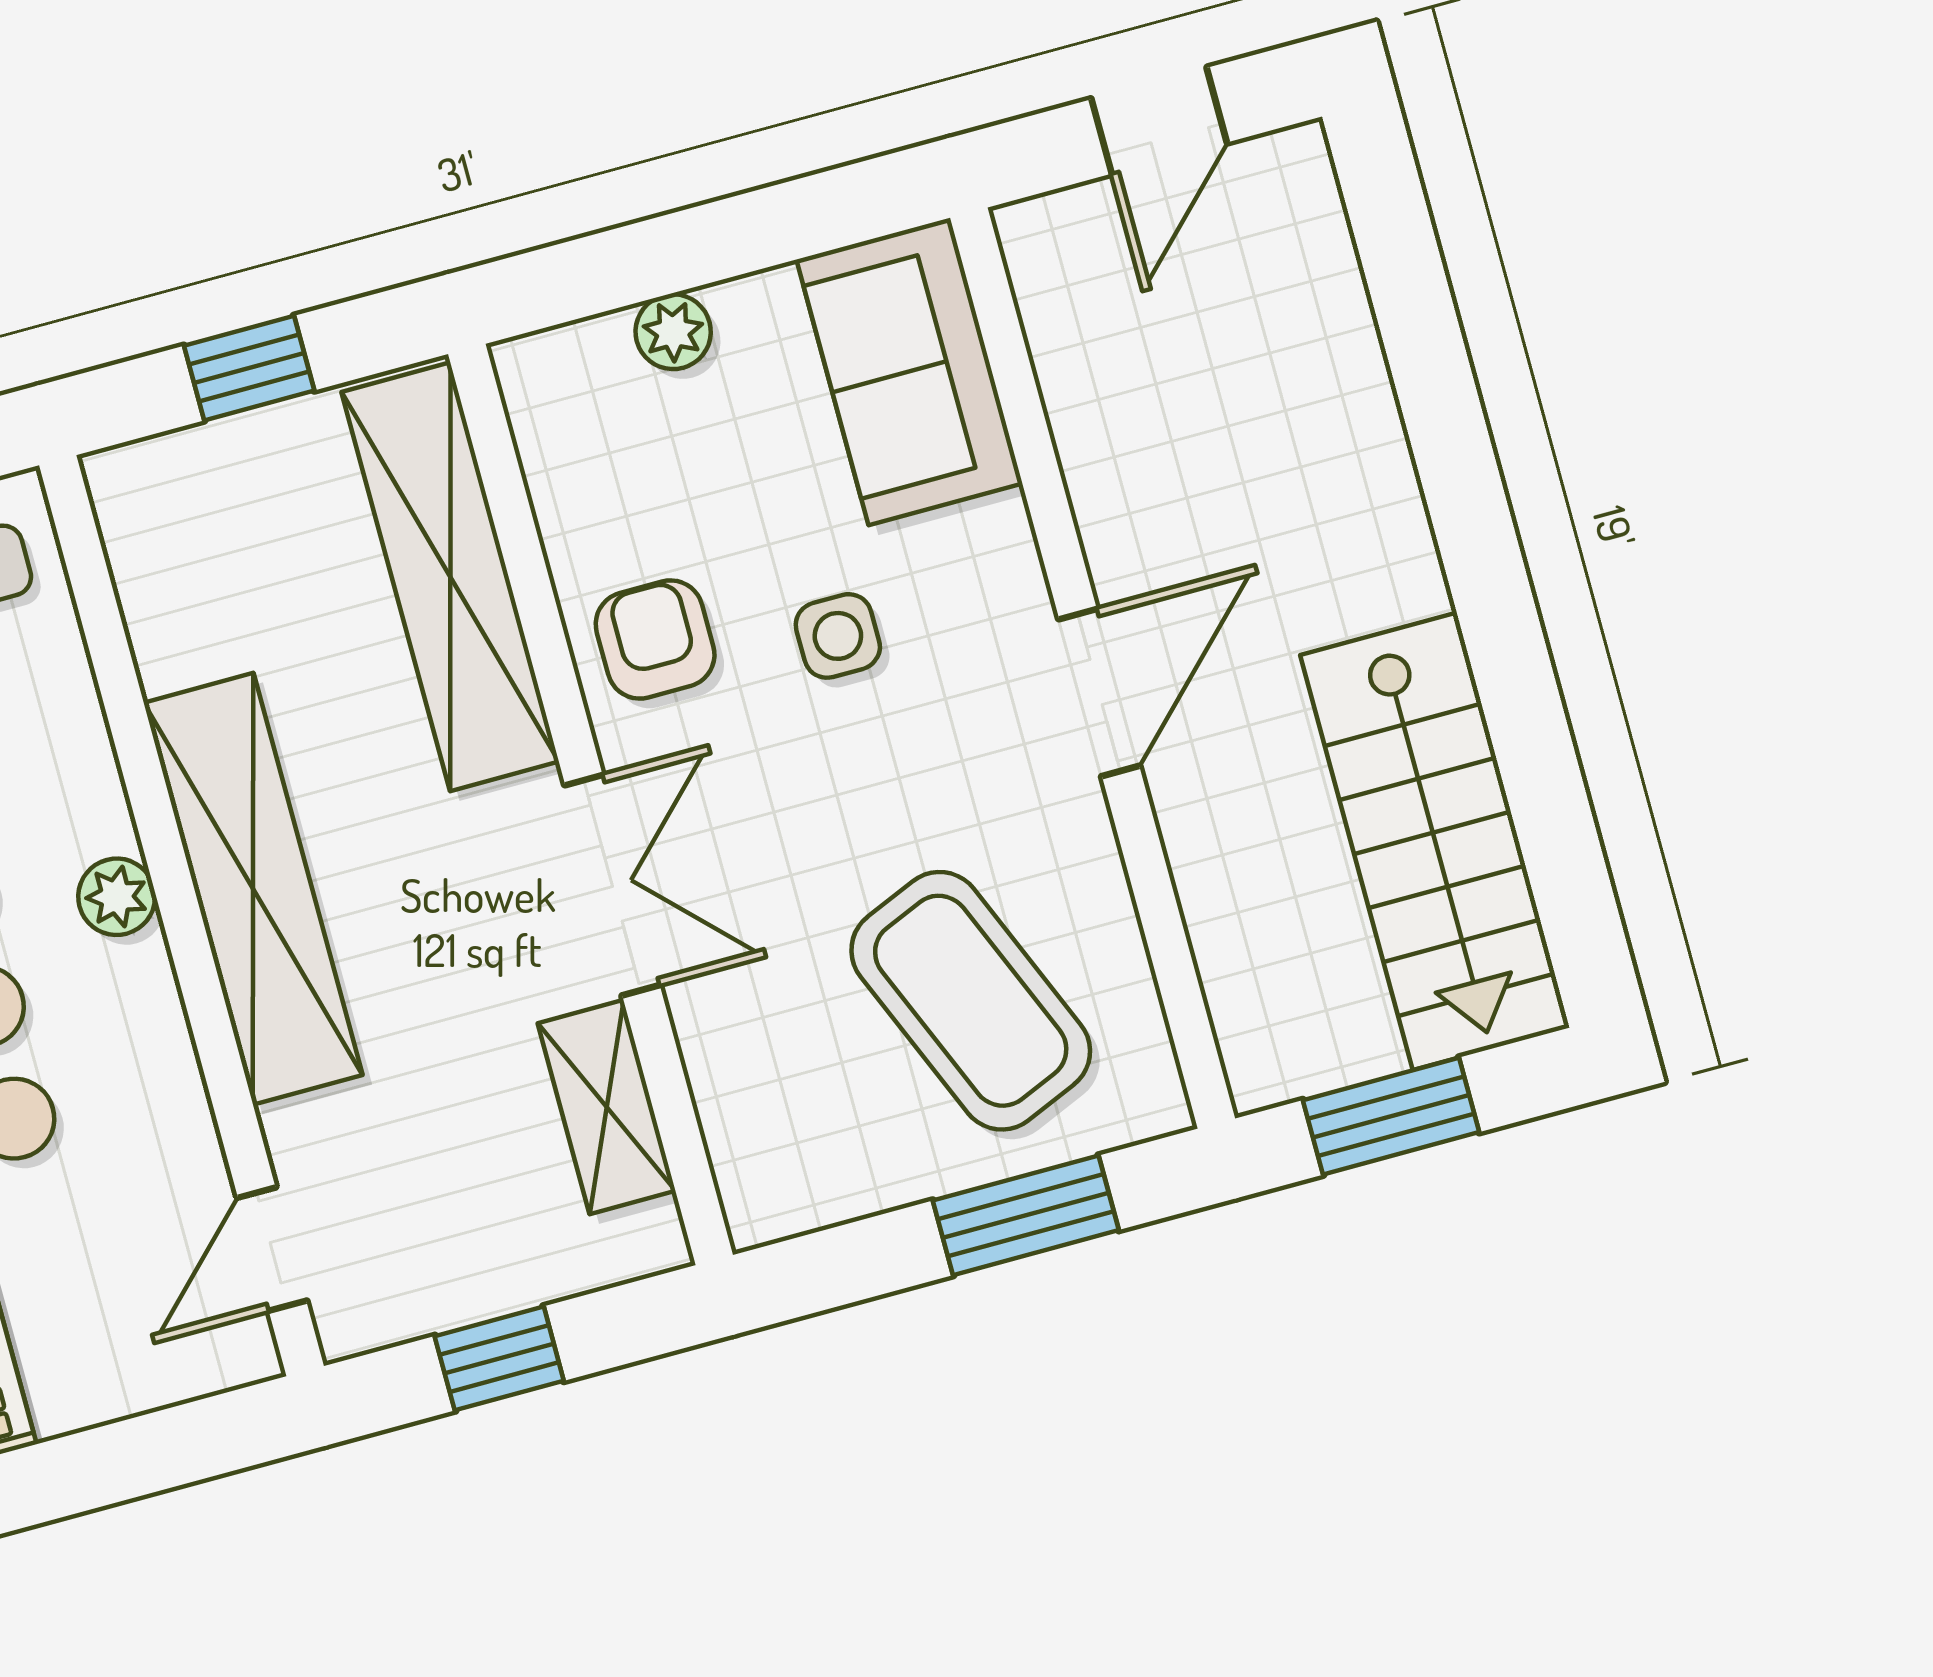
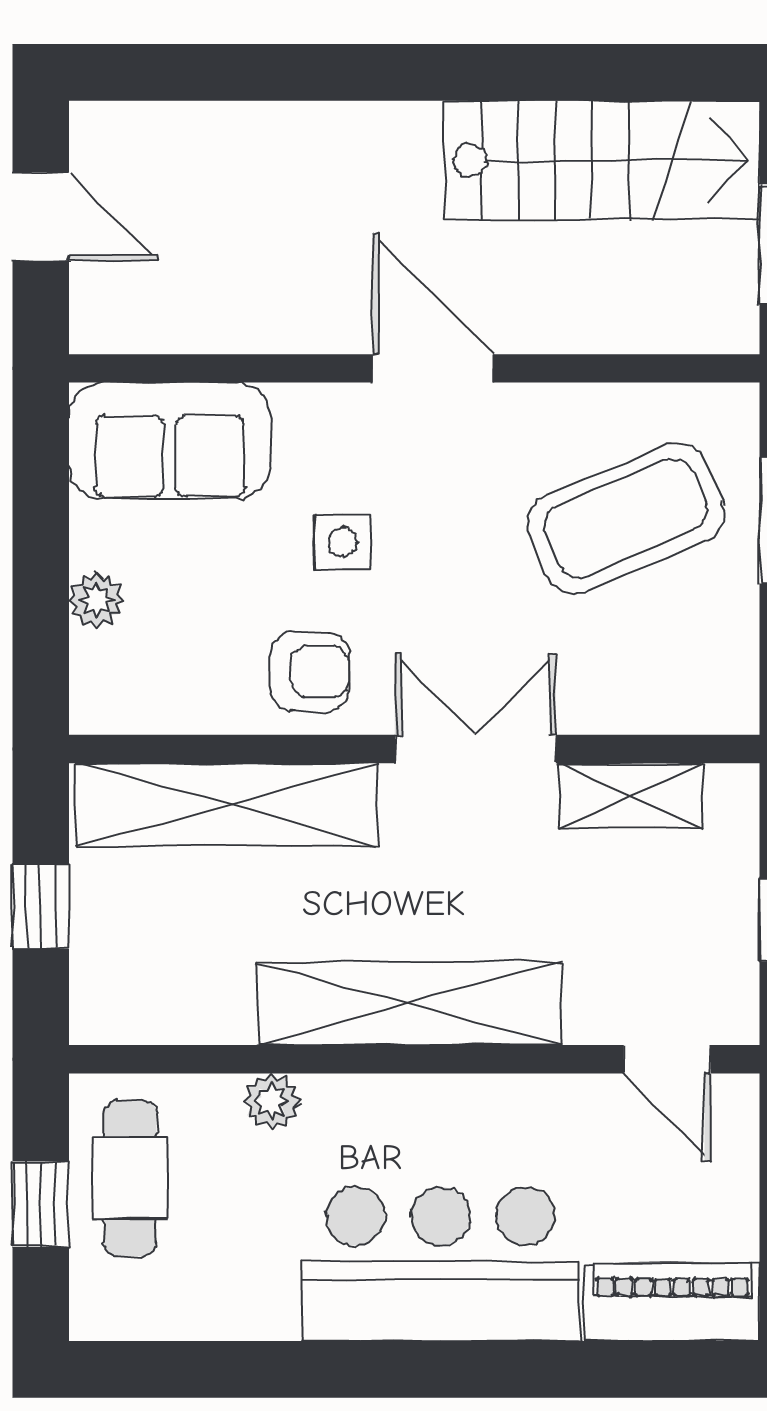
armchair: (655, 639) -> (310, 672), turned 180
plant: (117, 897) -> (272, 1101), moved

